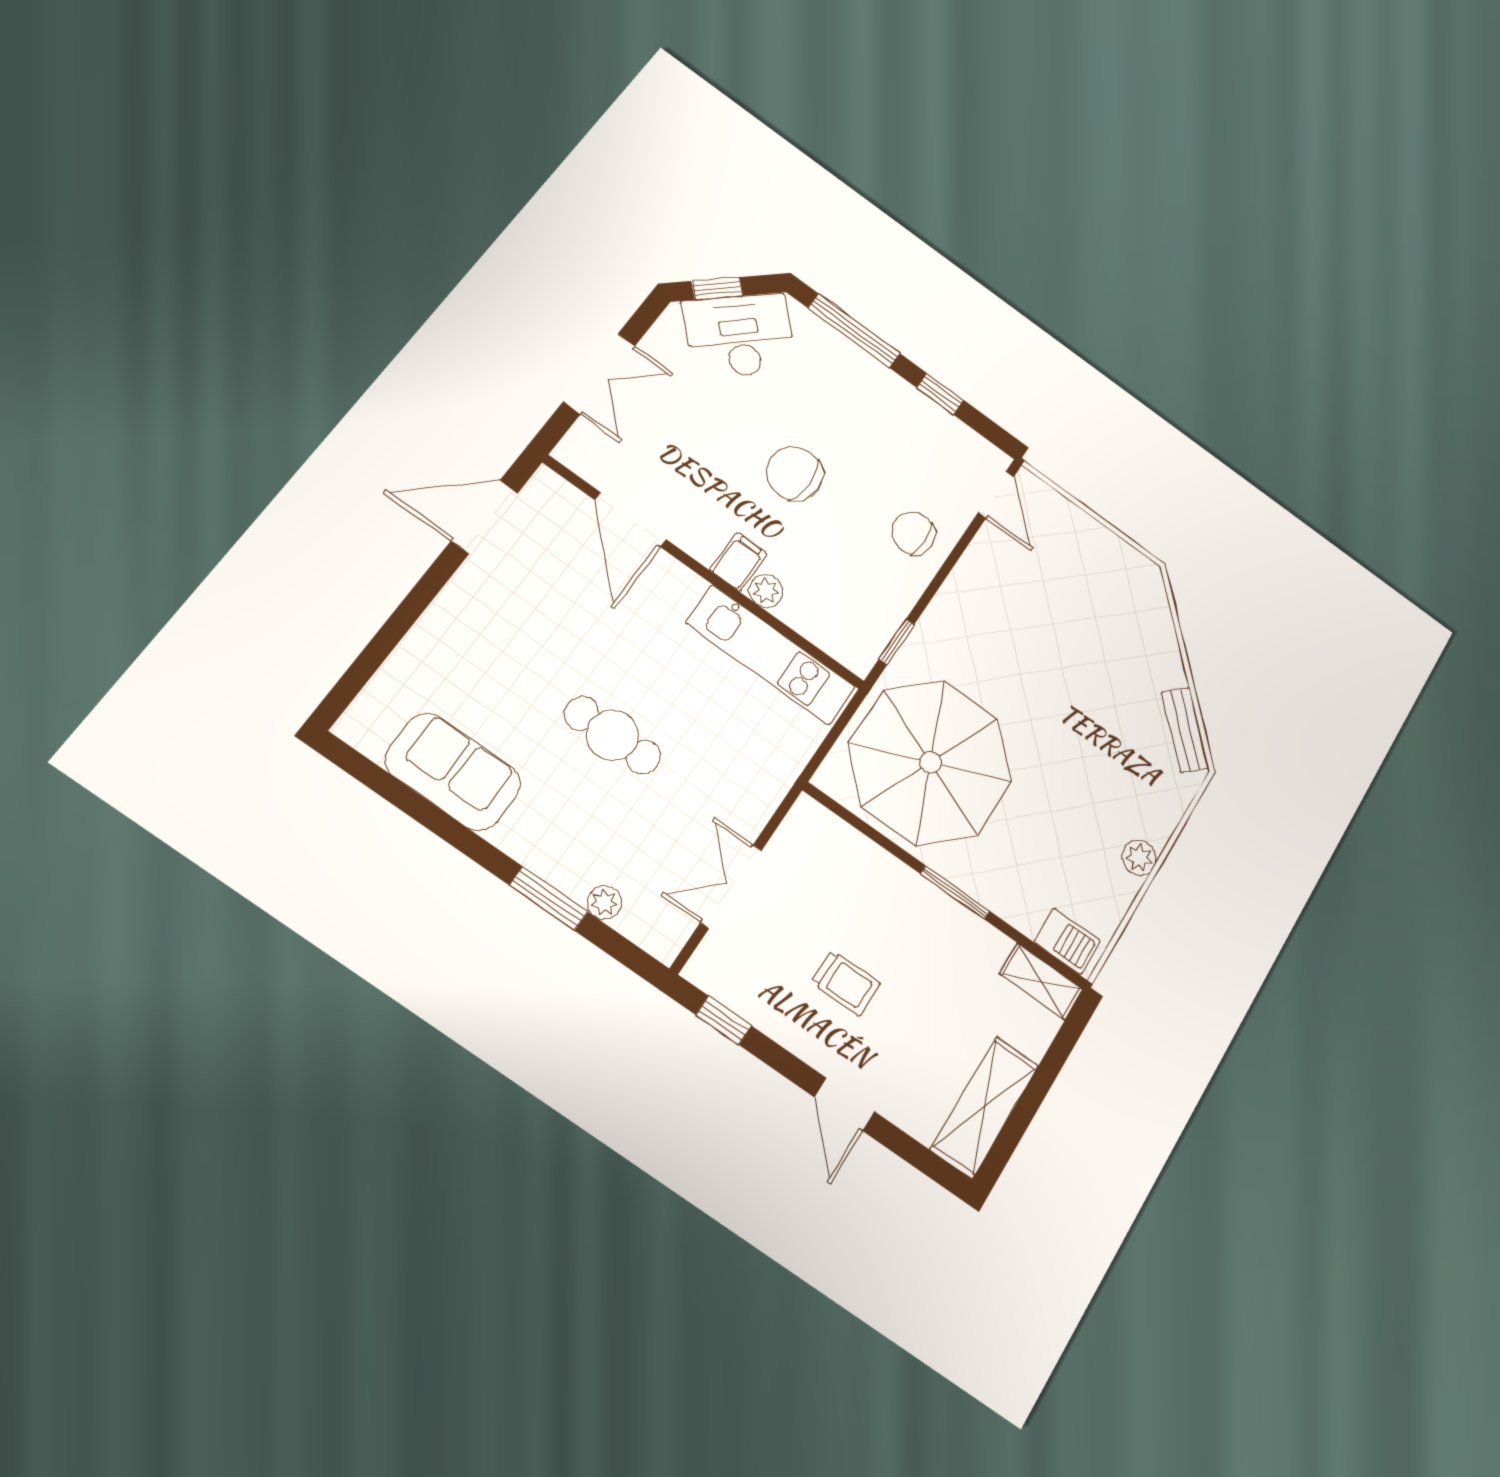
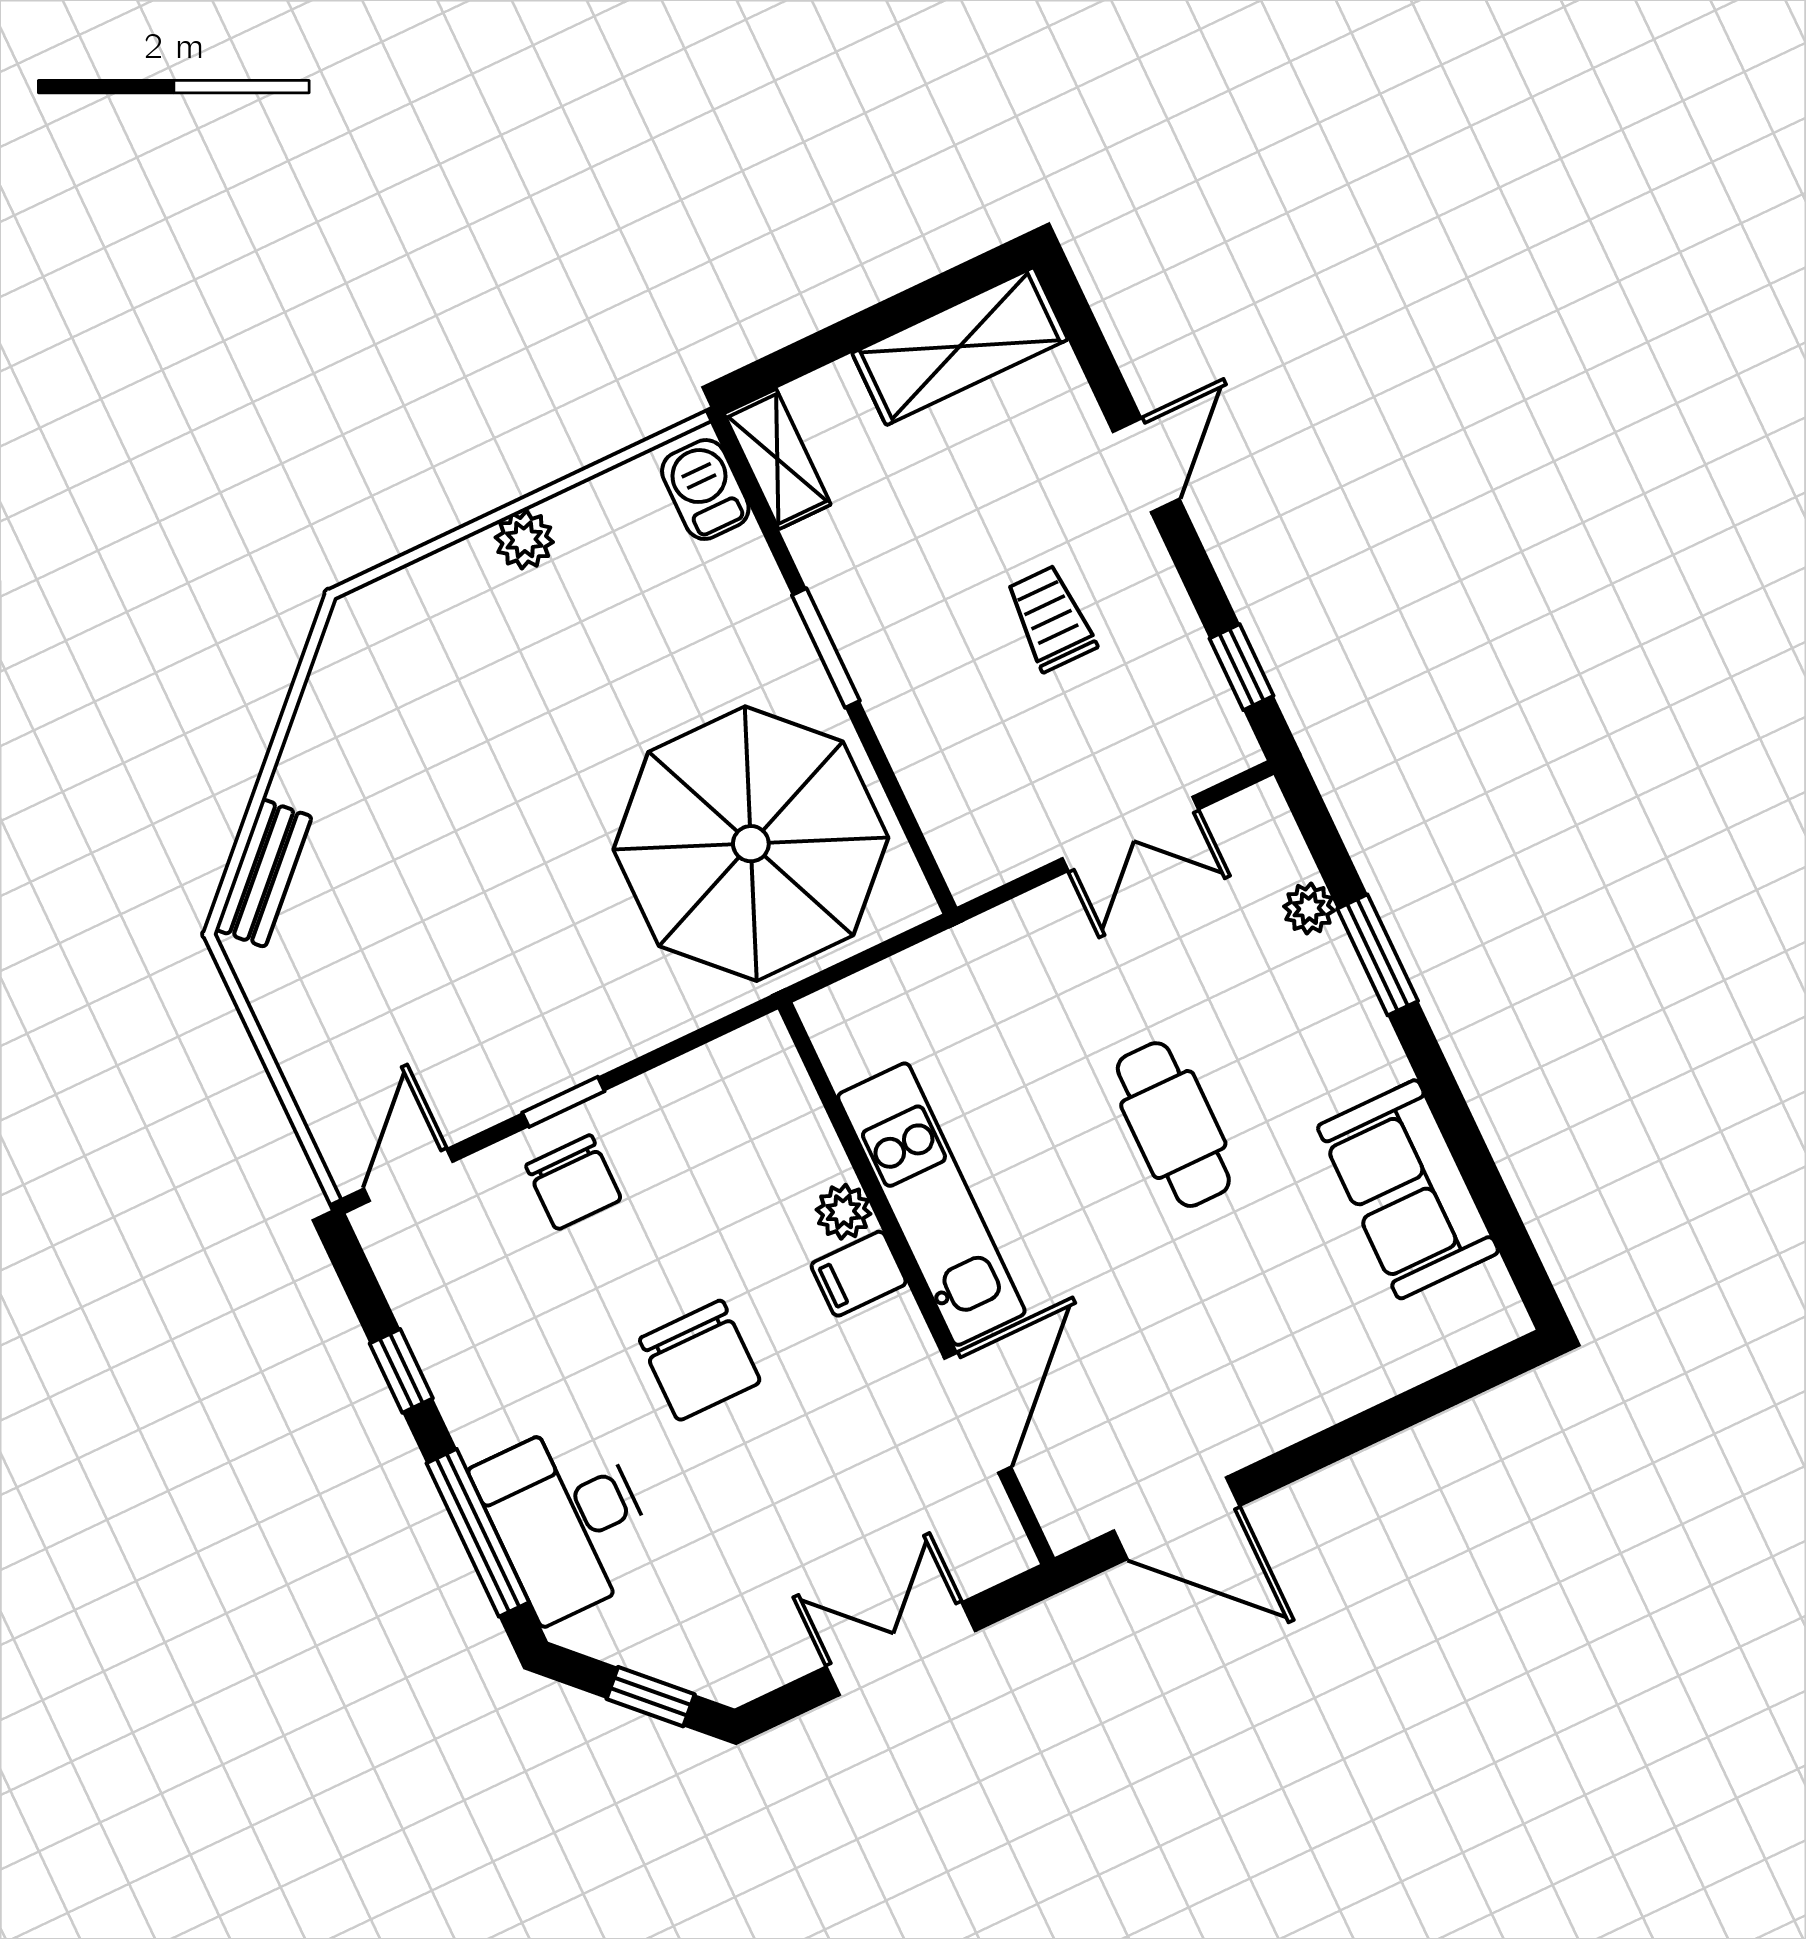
desk: (740, 336) -> (567, 1520), moved, turned 45
window: (897, 642) -> (563, 1102), moved
kitchen unit: (771, 655) -> (931, 1204), moved
bench: (1185, 730) -> (264, 873), moved

